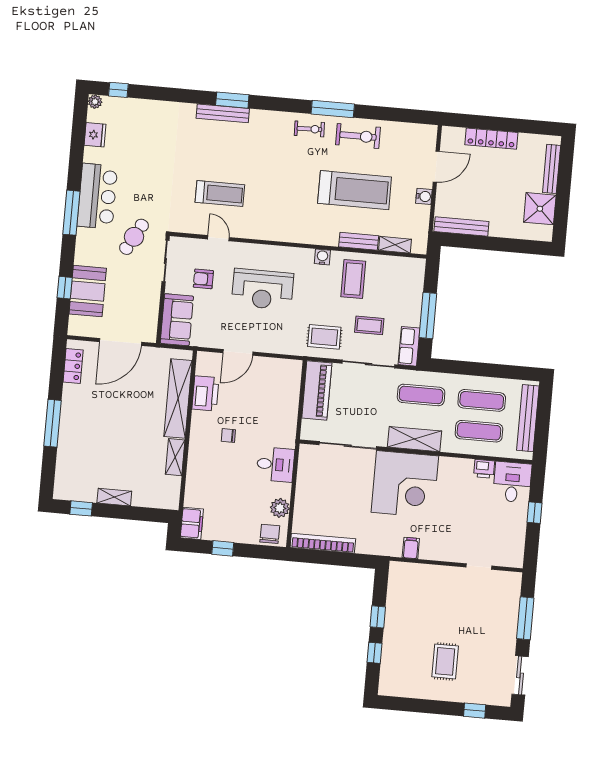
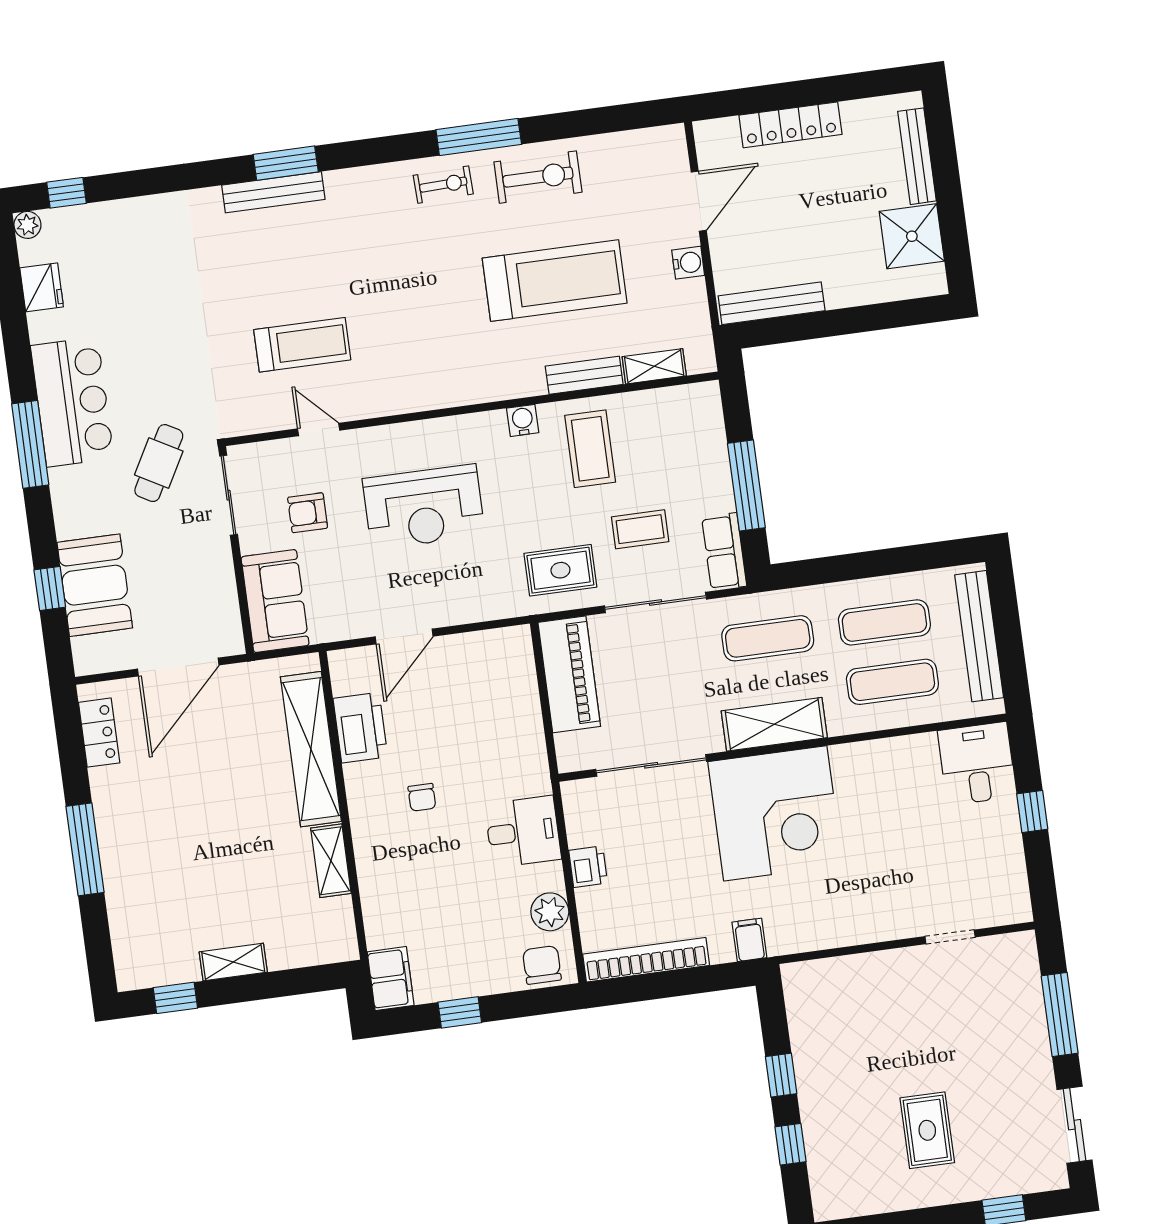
chair: (228, 436) -> (422, 797), turned -90
printer: (484, 469) -> (588, 867), moved, turned -90
filing cabinet: (411, 548) -> (749, 940), moved

